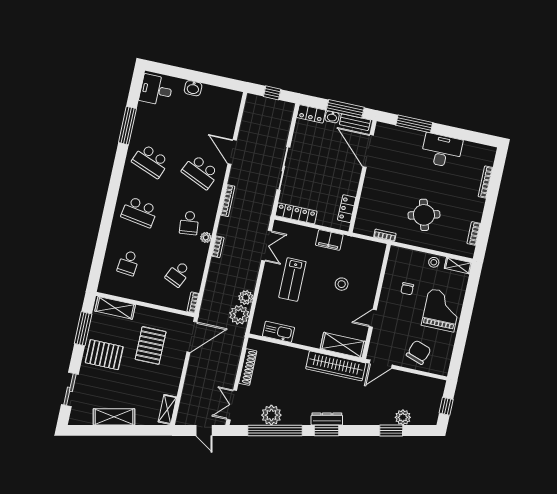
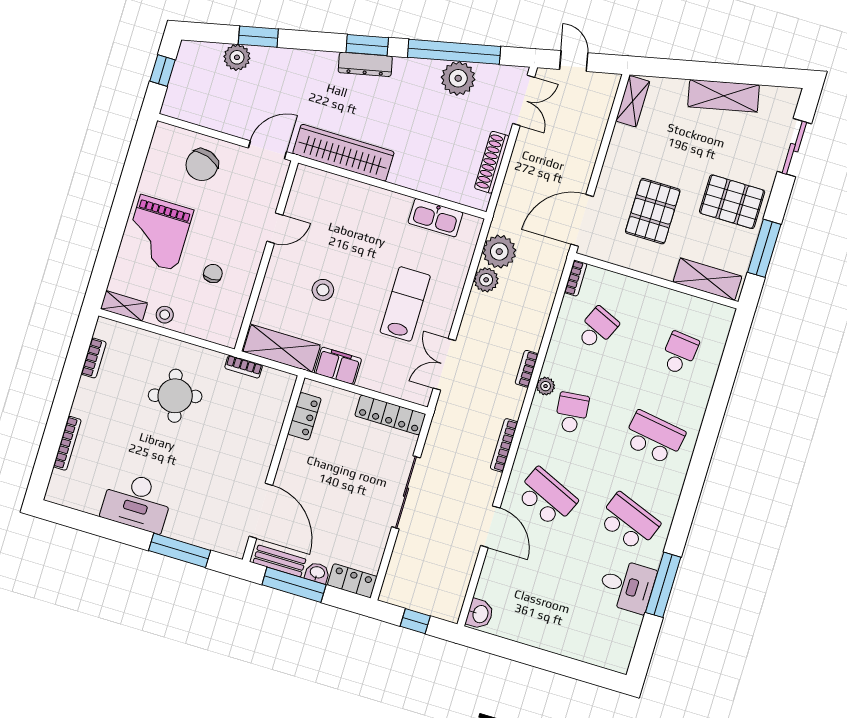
washbasin: (193, 88) -> (480, 614), moved, turned 90
desk: (156, 90) -> (627, 586), moved
shelving: (343, 345) -> (282, 348), moved

